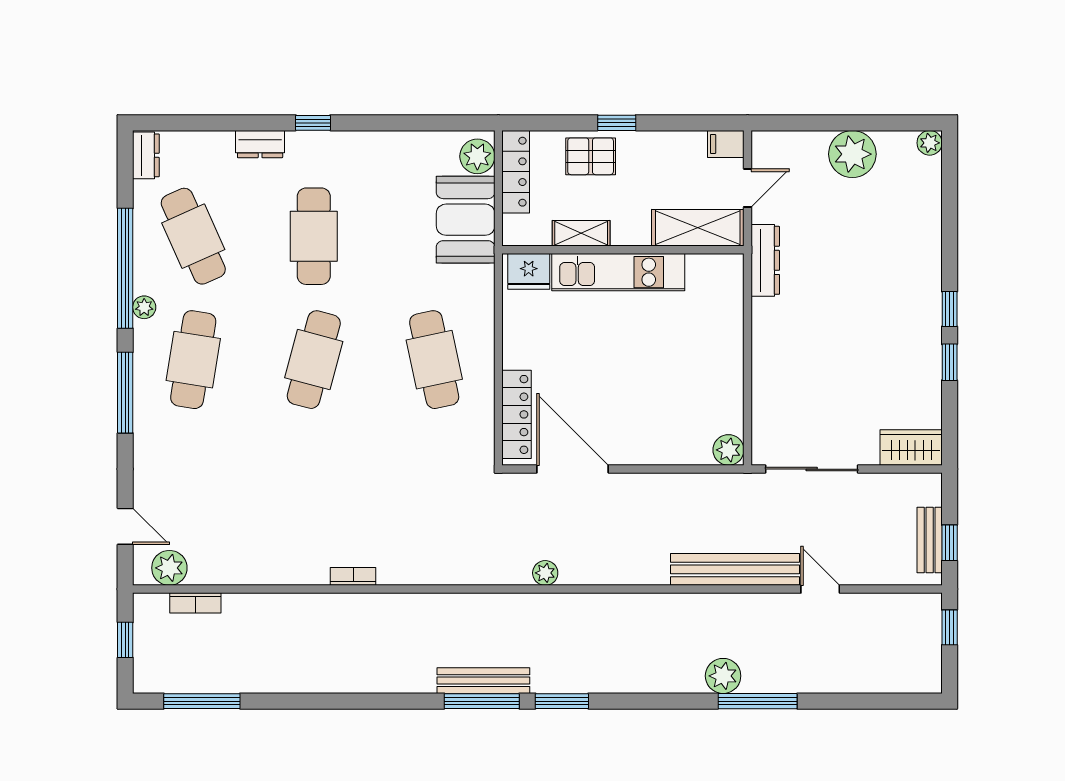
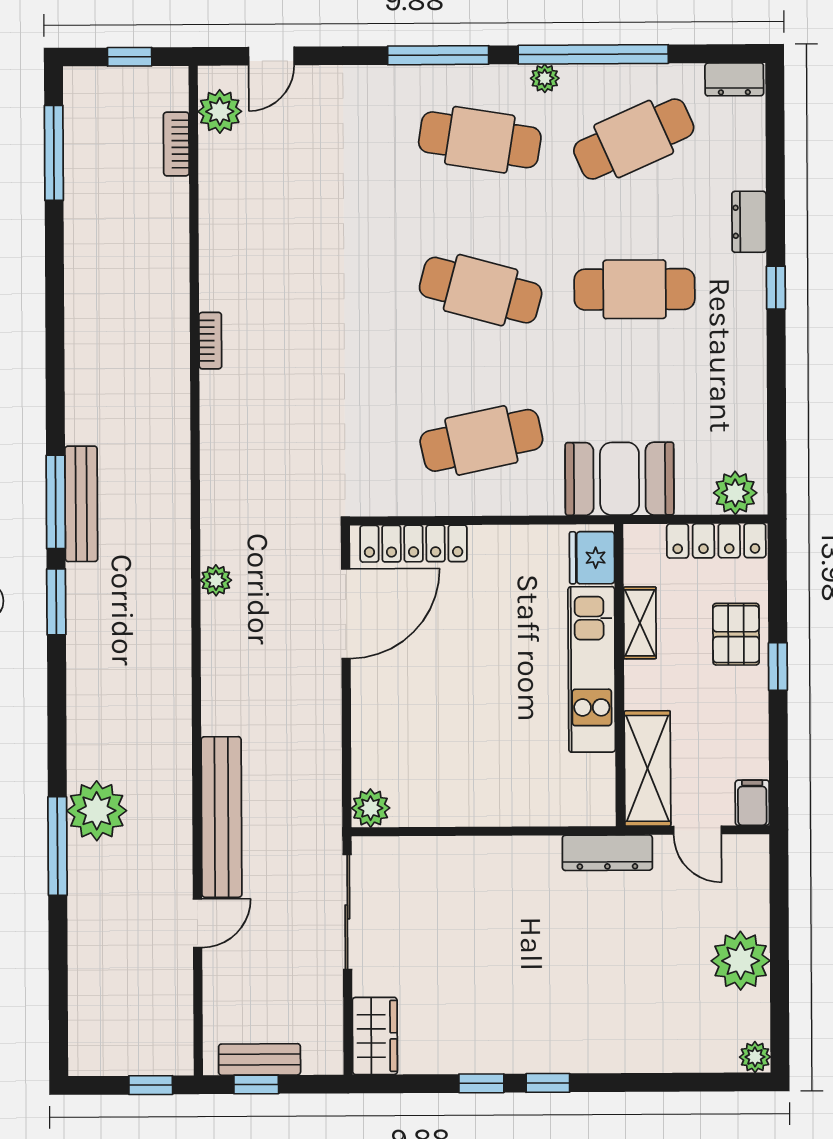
booth: (466, 220) -> (620, 479), moved
plant: (723, 676) -> (97, 811), width x1.36, depth x1.36

